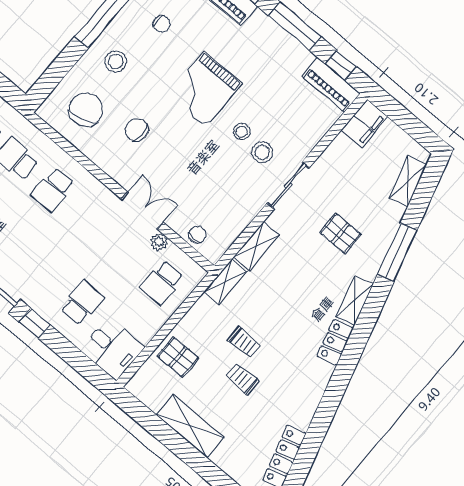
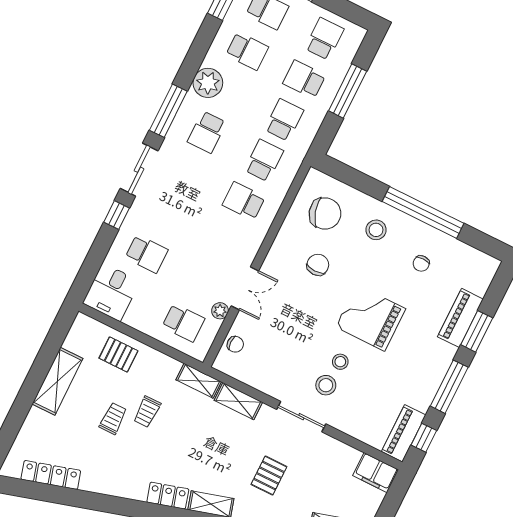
school desk: (162, 282) -> (183, 323), turned 180
pallet: (178, 357) -> (118, 354), turned 90

